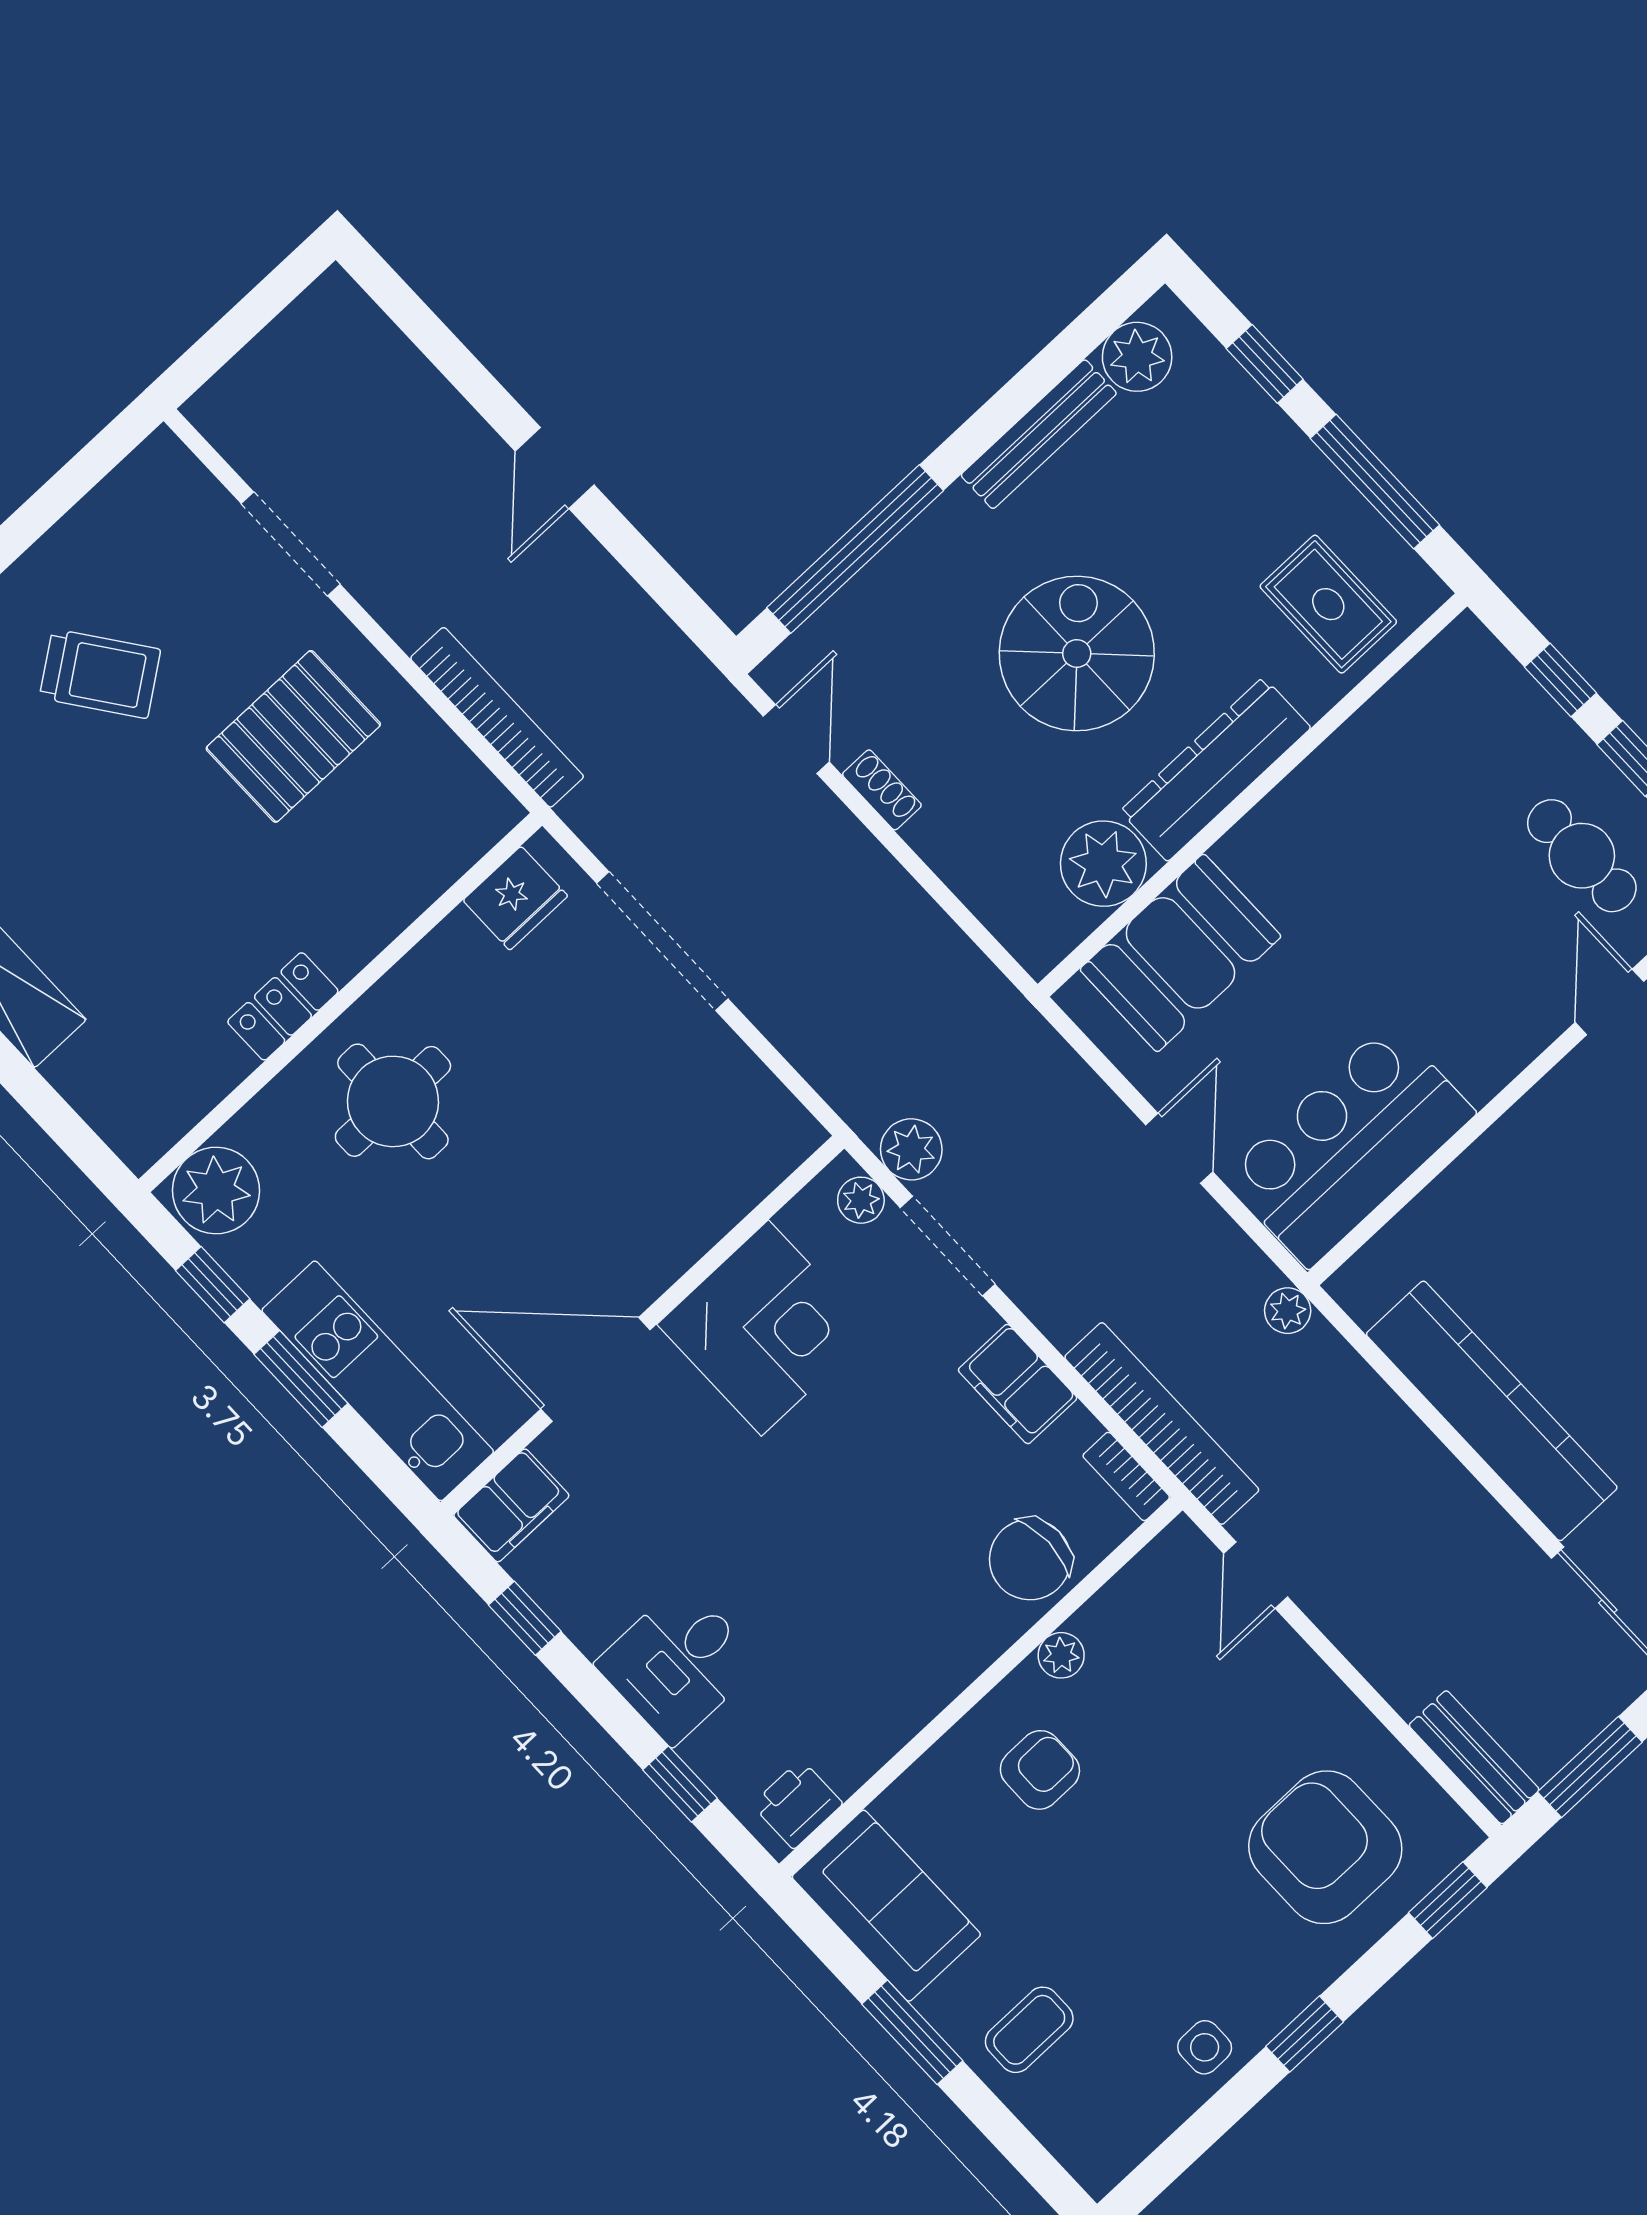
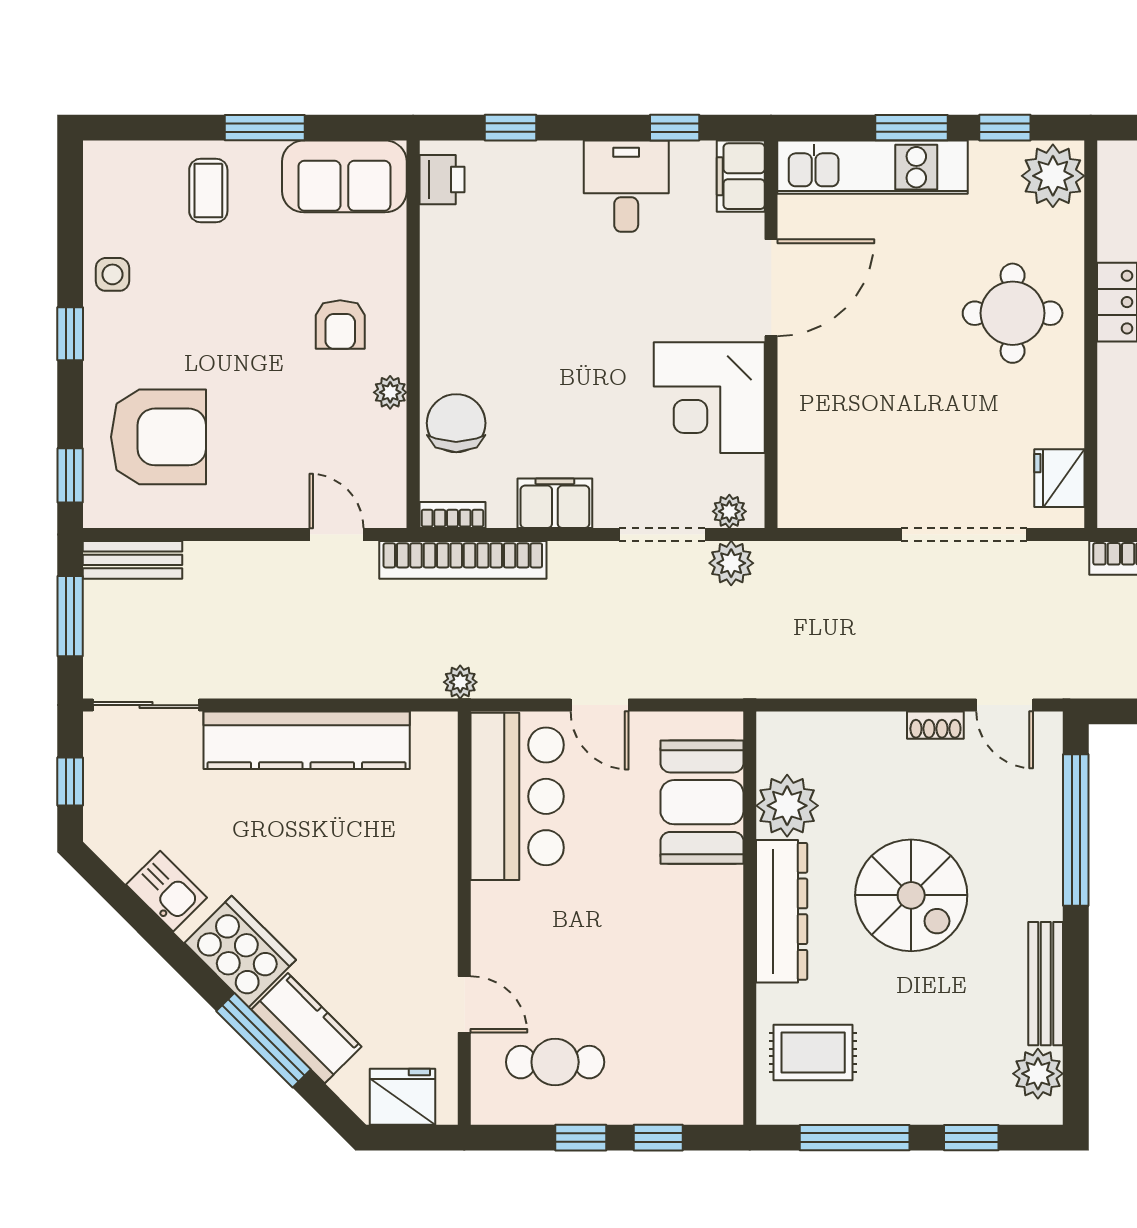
desk: (678, 1664) -> (626, 186), moved

